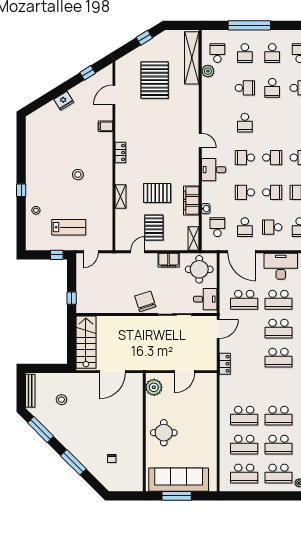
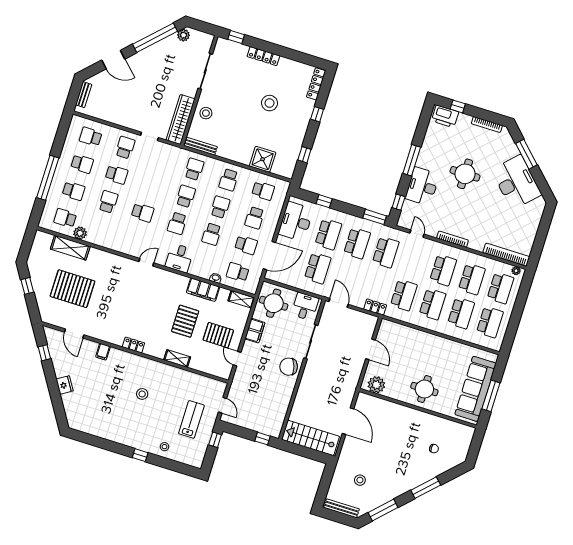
shelving: (192, 58) -> (70, 248), width x0.68
school desk: (244, 387) -> (404, 295), added

